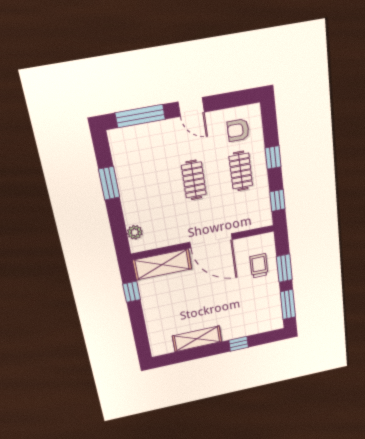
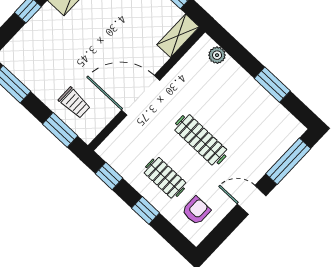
clothes rail: (194, 180) -> (201, 140), width x1.36
shelving: (162, 264) -> (178, 36), width x0.67, depth x0.75
window: (284, 268) -> (60, 130), moved

